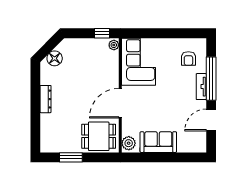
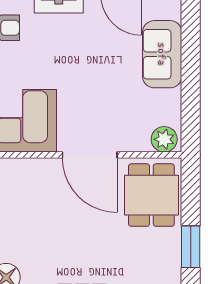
sofa: (158, 142) -> (162, 54), moved

